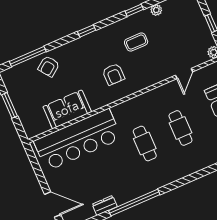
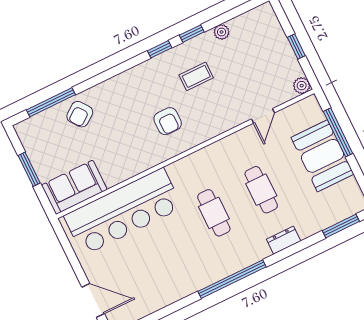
window: (87, 31) -> (160, 49), moved
sofa: (67, 109) -> (74, 187), moved
window: (134, 203) -> (232, 279), moved
dresser: (105, 205) -> (284, 240), moved

